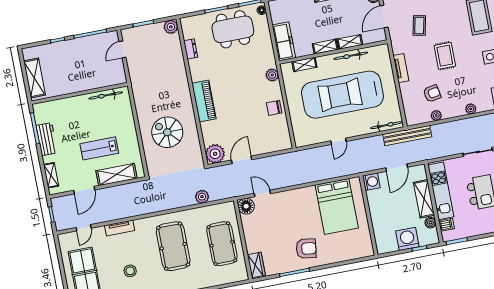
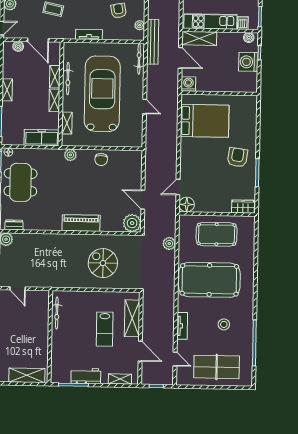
dresser: (191, 49) -> (14, 225), moved
car: (342, 95) -> (102, 94), turned 180
plant: (436, 116) -> (140, 25), moved
spiral stairs: (167, 132) -> (103, 263), turned 90
shelving: (424, 199) -> (199, 38), moved
boiler: (430, 223) -> (249, 37), moved
pool table: (173, 246) -> (209, 280), width x1.36, depth x1.32

